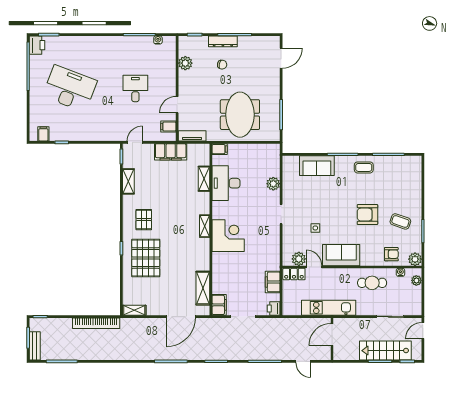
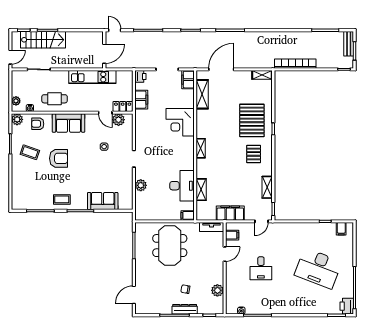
corner desk: (228, 236) -> (180, 122), moved
sofa: (341, 255) -> (69, 123), moved
door: (332, 334) -> (104, 54), moved
wall: (332, 339) -> (104, 50), moved

